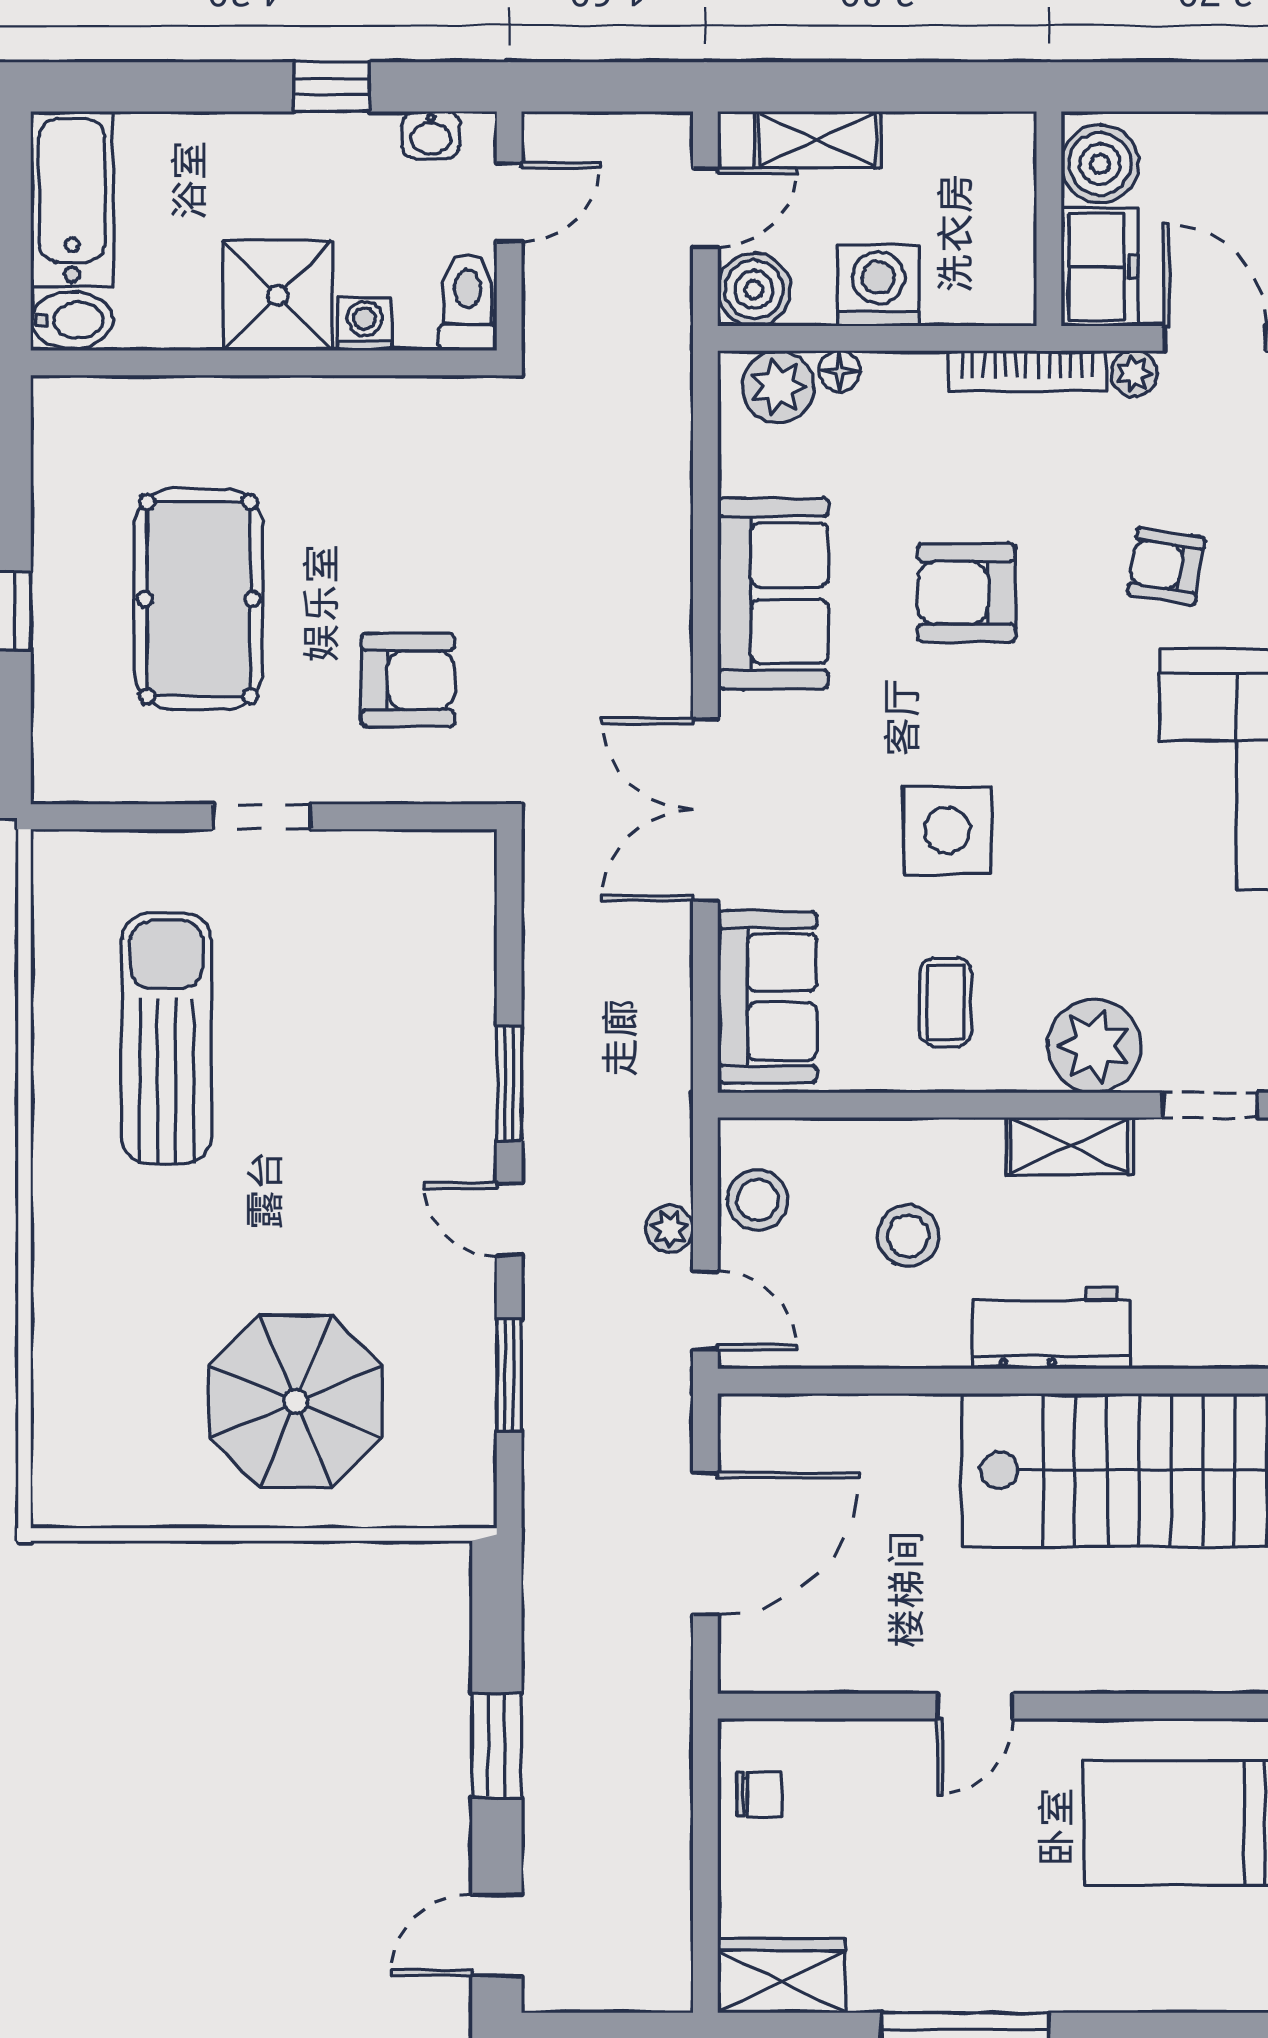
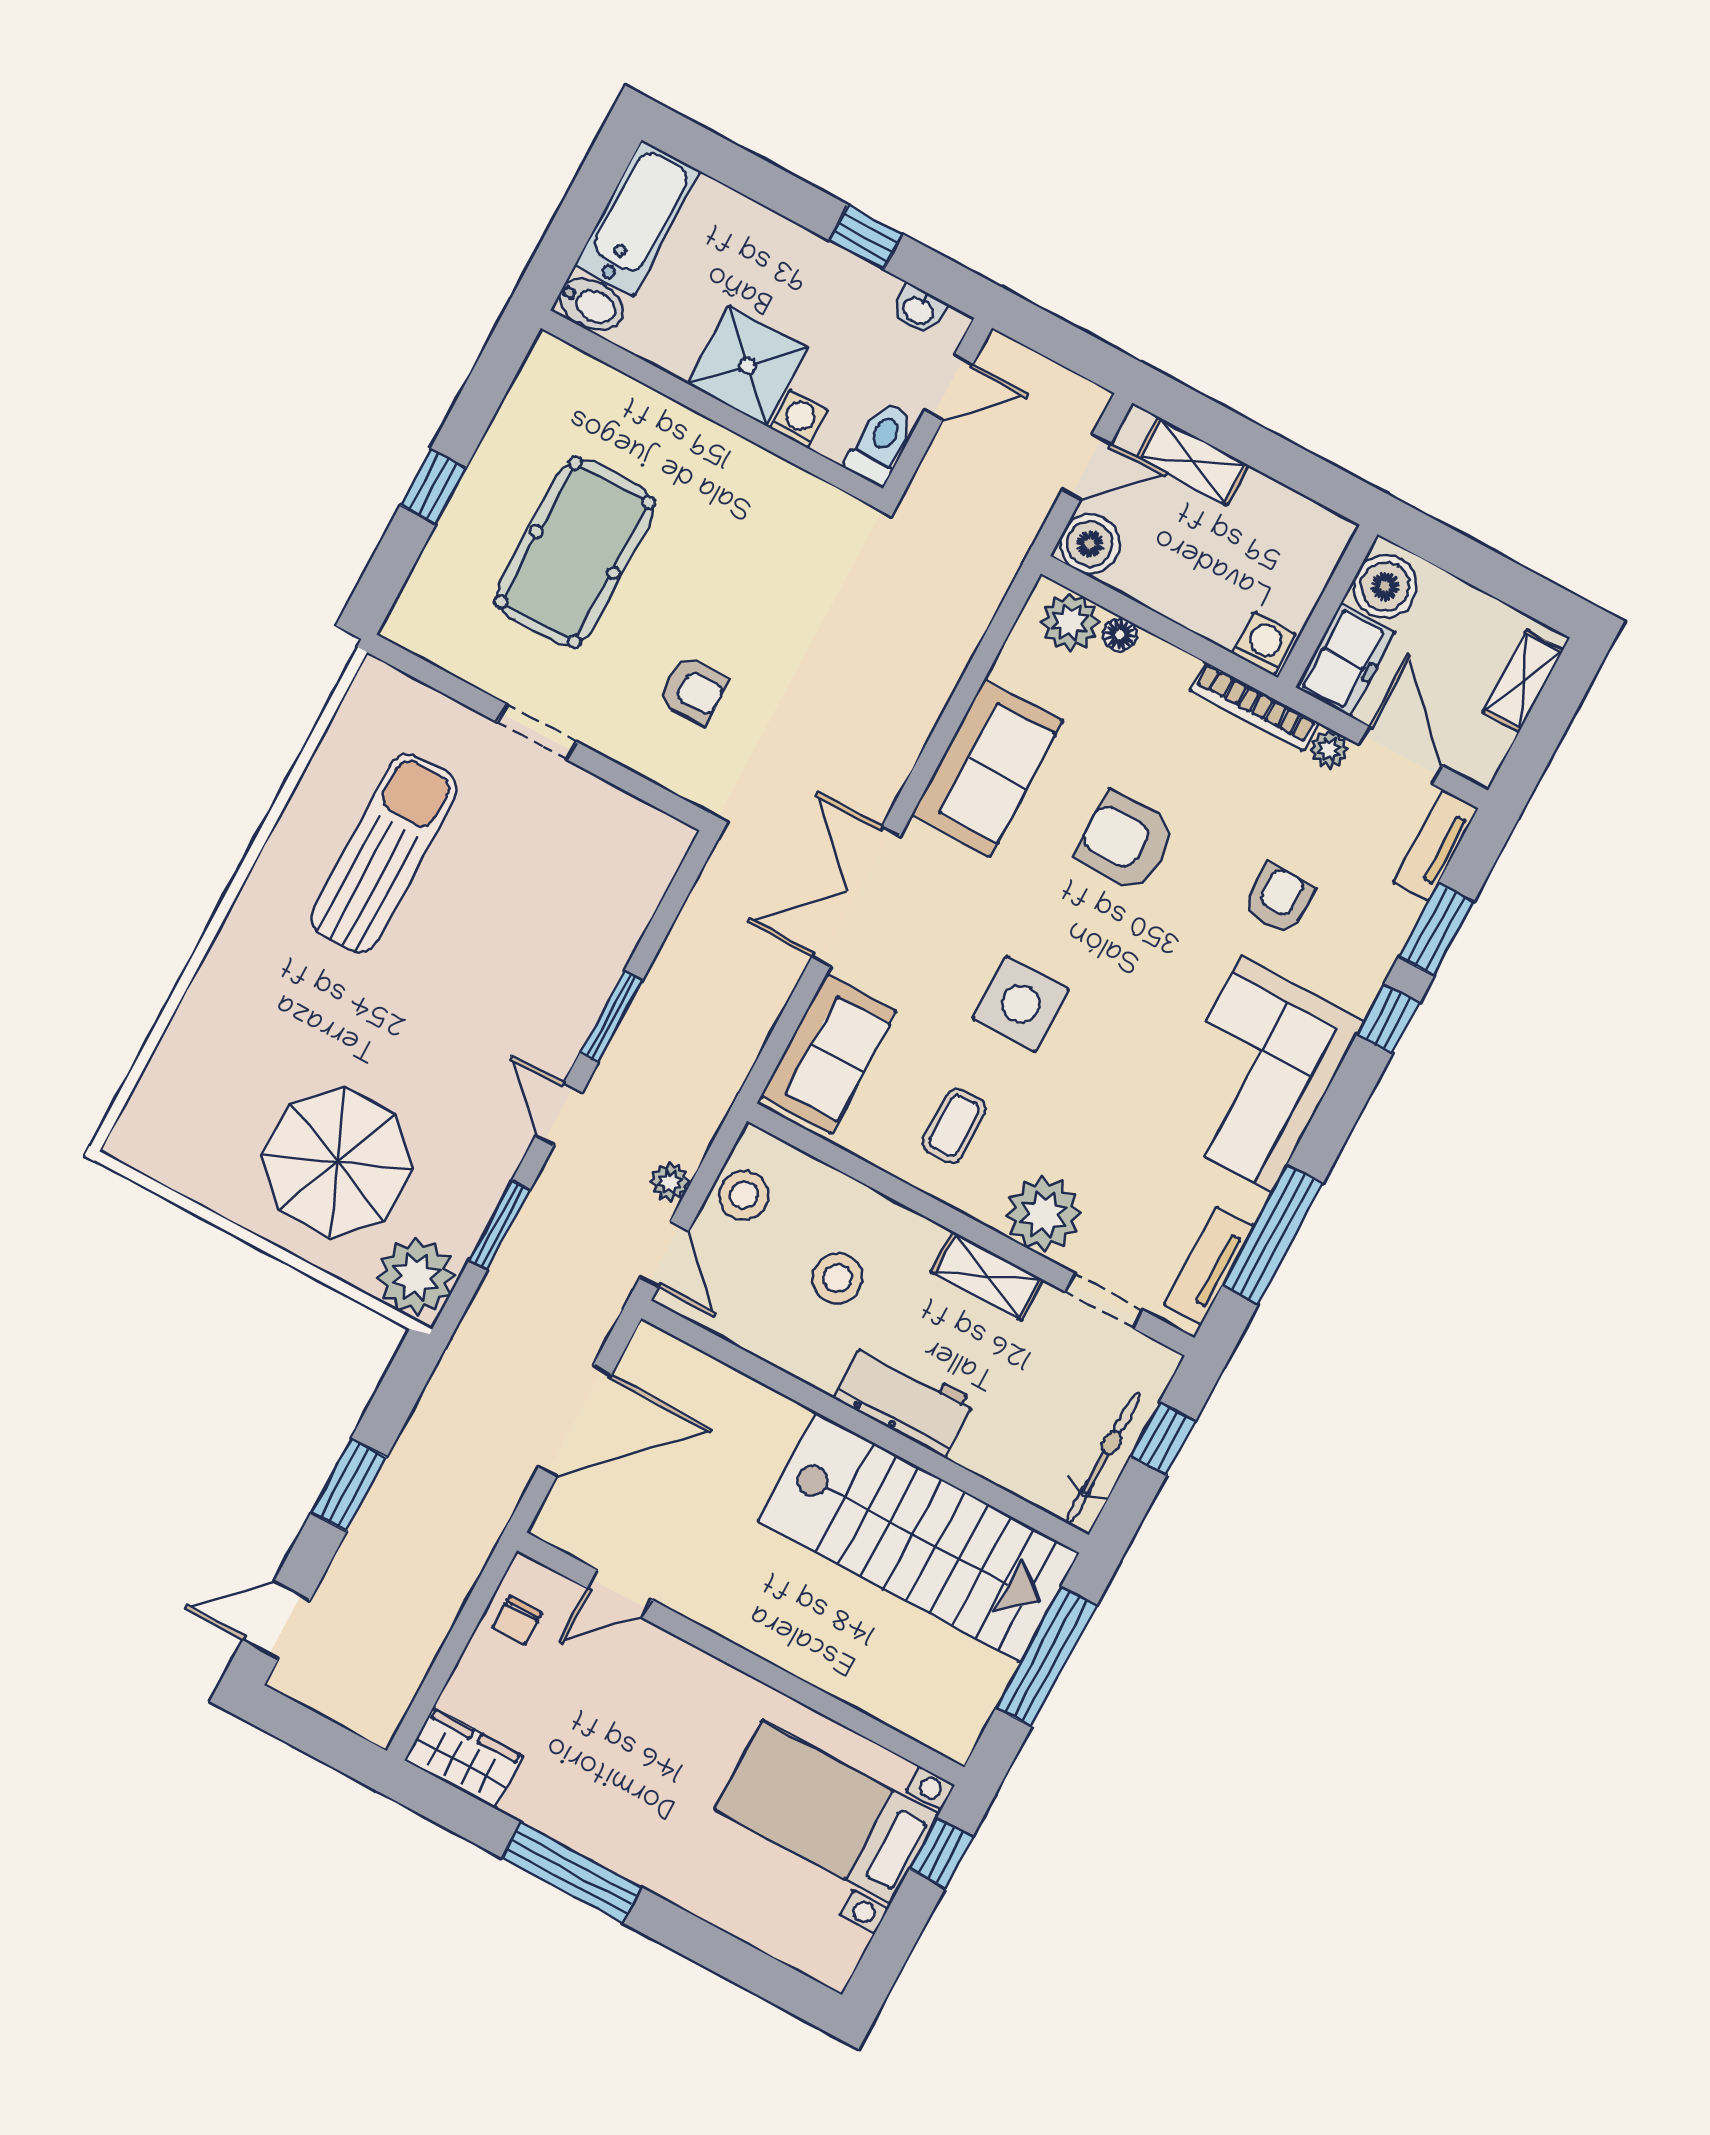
washing machine: (878, 286) -> (1264, 644), moved, width x0.73, depth x0.73
armchair: (1166, 566) -> (1278, 899), turned 81
armchair: (408, 680) -> (693, 690), width x0.72, depth x0.72
plant: (449, 1480) -> (416, 1277), added
door: (975, 1706) -> (620, 1594), moved
chair: (759, 1794) -> (517, 1620), turned 90

